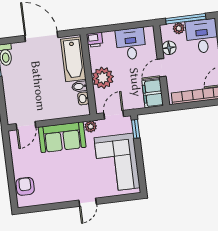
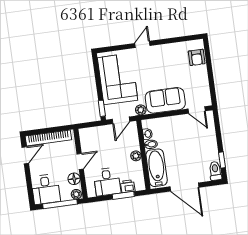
window: (112, 28) -> (123, 195), added
plant: (179, 28) -> (76, 194), moved
printer: (95, 40) -> (128, 186), moved
plant: (103, 78) -> (136, 156), width x0.53, depth x0.53
filing cabinet: (153, 93) -> (88, 139), removed
door: (26, 126) -> (197, 110), swing flipped

